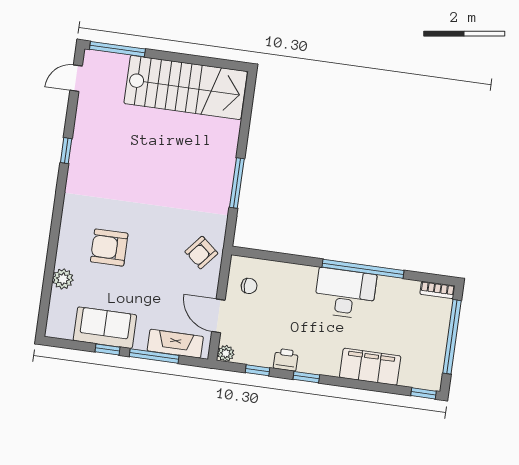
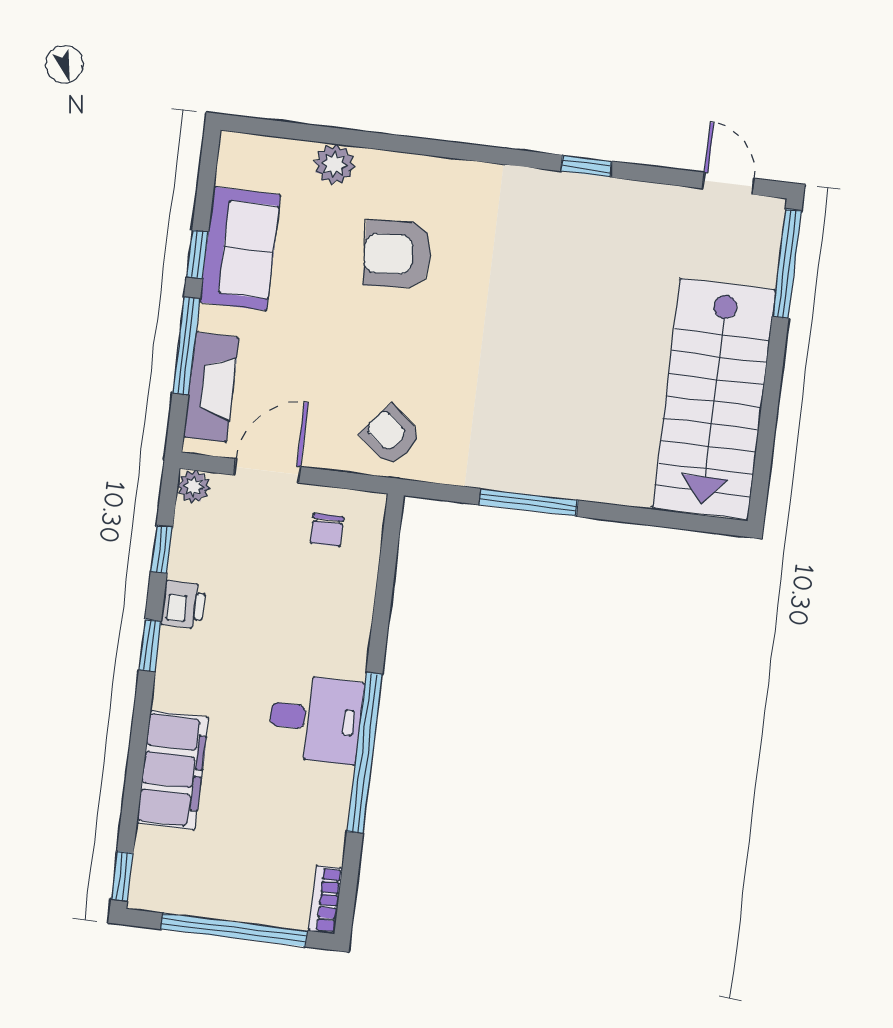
armchair: (109, 248) -> (397, 254), turned -94
desk: (345, 293) -> (315, 719), width x0.73

